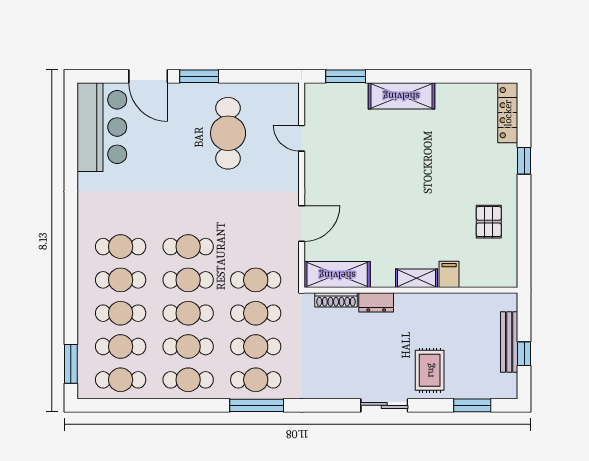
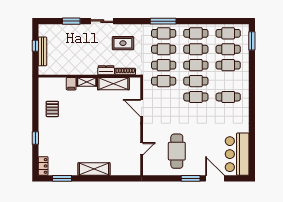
window: (346, 76) -> (62, 178), moved
locker: (508, 113) -> (43, 166), width x0.66
door: (302, 138) -> (142, 149), hinge flipped
door: (302, 224) -> (142, 108), hinge flipped
shelving: (337, 275) -> (113, 84), moved
cafe table: (121, 280) -> (228, 81), removed
rug: (430, 370) -> (123, 43), moved, turned 90
window: (472, 405) -> (71, 21), moved

